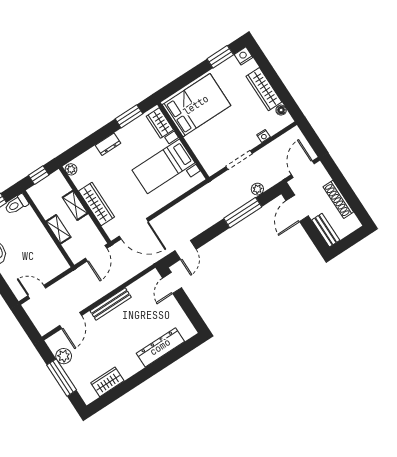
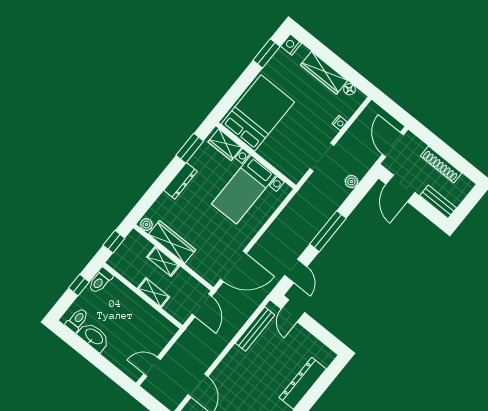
dresser: (108, 144) -> (181, 181), width x1.44
wardrobe: (96, 204) -> (172, 242), moved
window: (243, 213) -> (328, 231), moved
bench: (111, 304) -> (255, 329), moved

